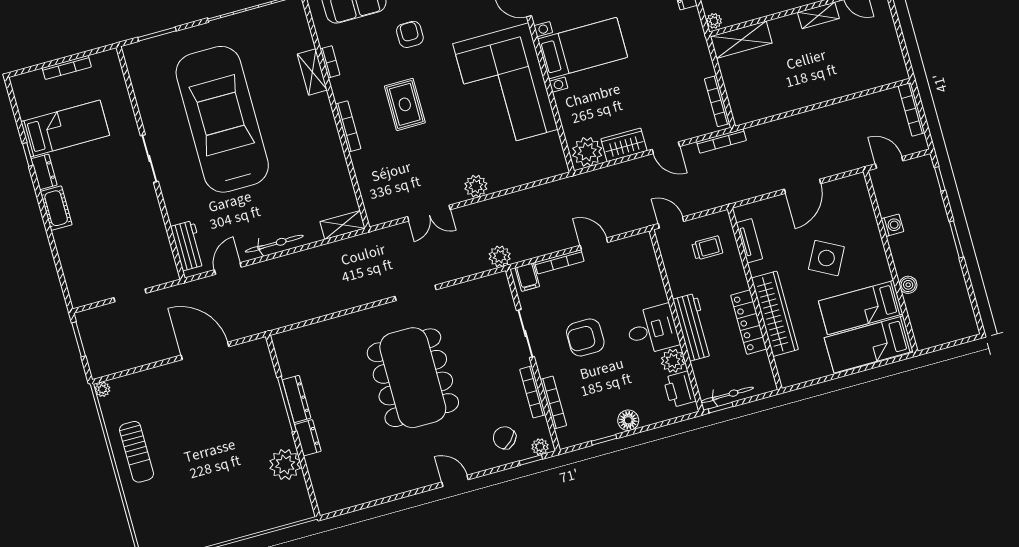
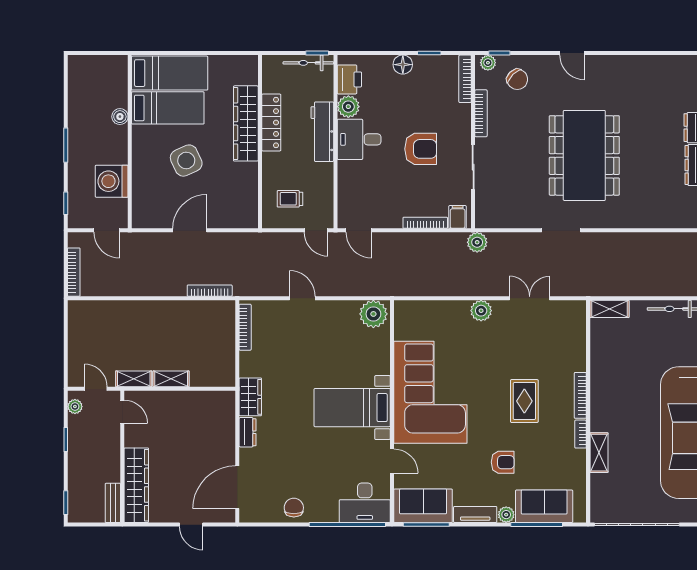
plant: (714, 21) -> (228, 400), removed
armchair: (410, 34) -> (503, 462), turned -90
shelving: (741, 40) -> (171, 379), moved, width x0.67, depth x0.75
bookcase: (330, 62) -> (581, 434), moved
bookcase: (722, 141) -> (210, 291), moved
wardrobe: (624, 145) -> (250, 397), moved, turned -90
washing machine: (892, 225) -> (112, 181), width x1.89, depth x1.89
tv unit: (749, 241) -> (251, 195), removed
door: (594, 244) -> (359, 230), moved
side table: (826, 258) -> (186, 161), turned 37
bookcase: (553, 403) -> (465, 79), moved

